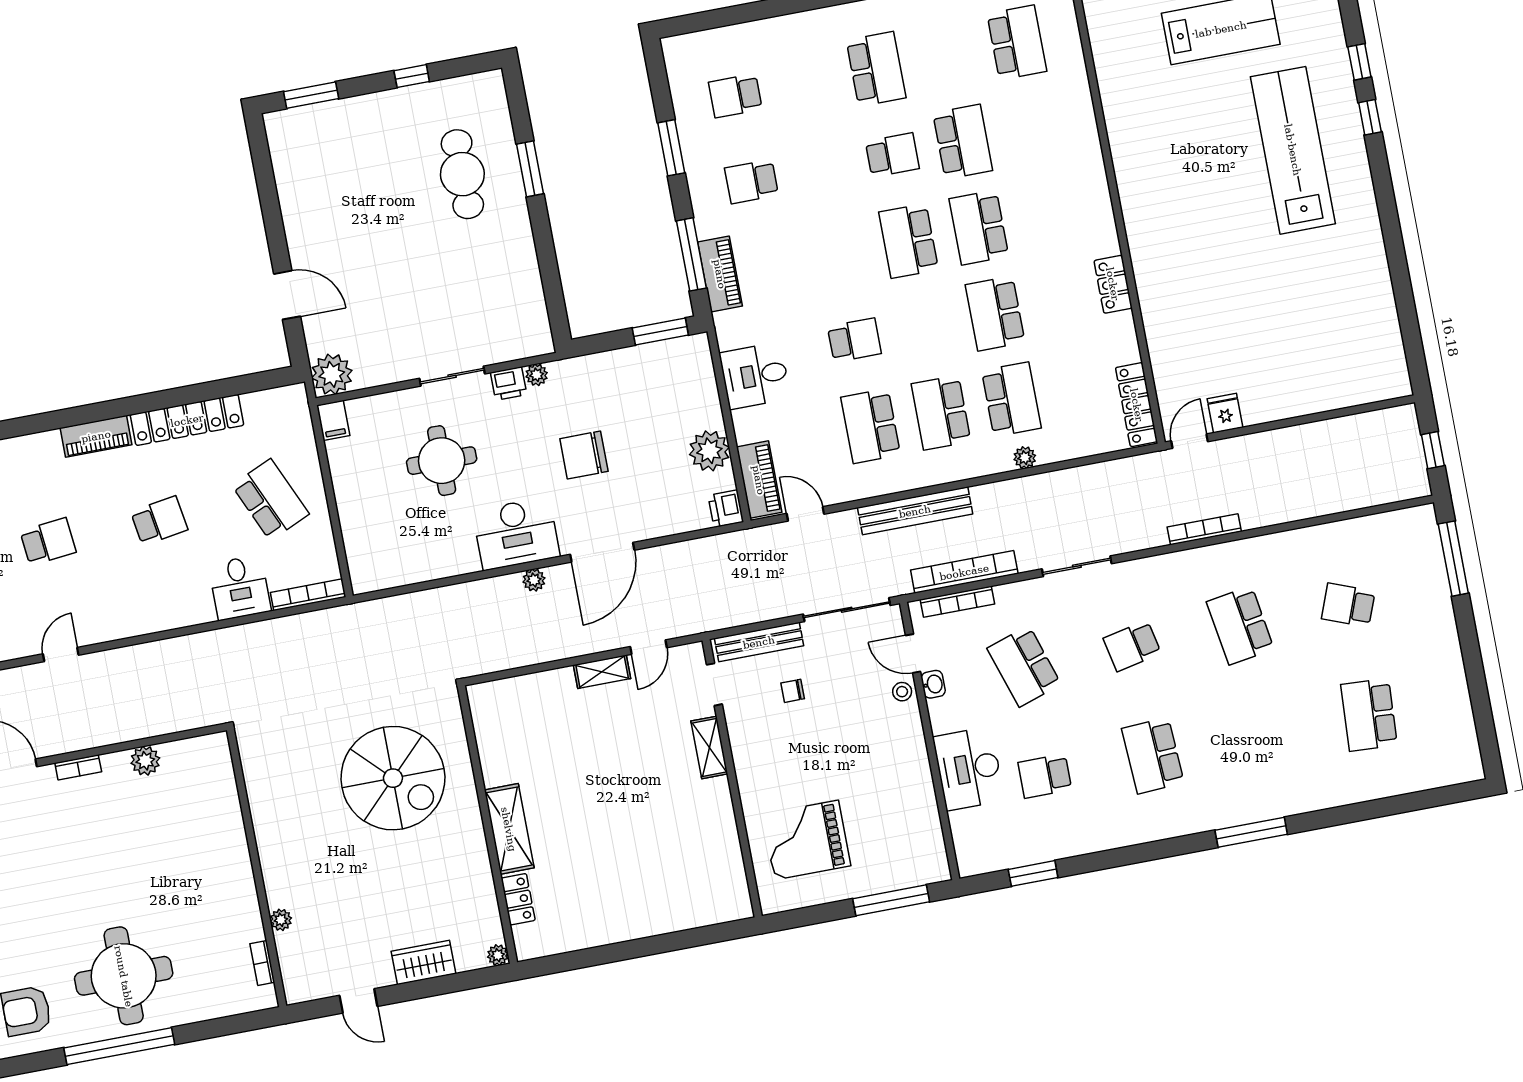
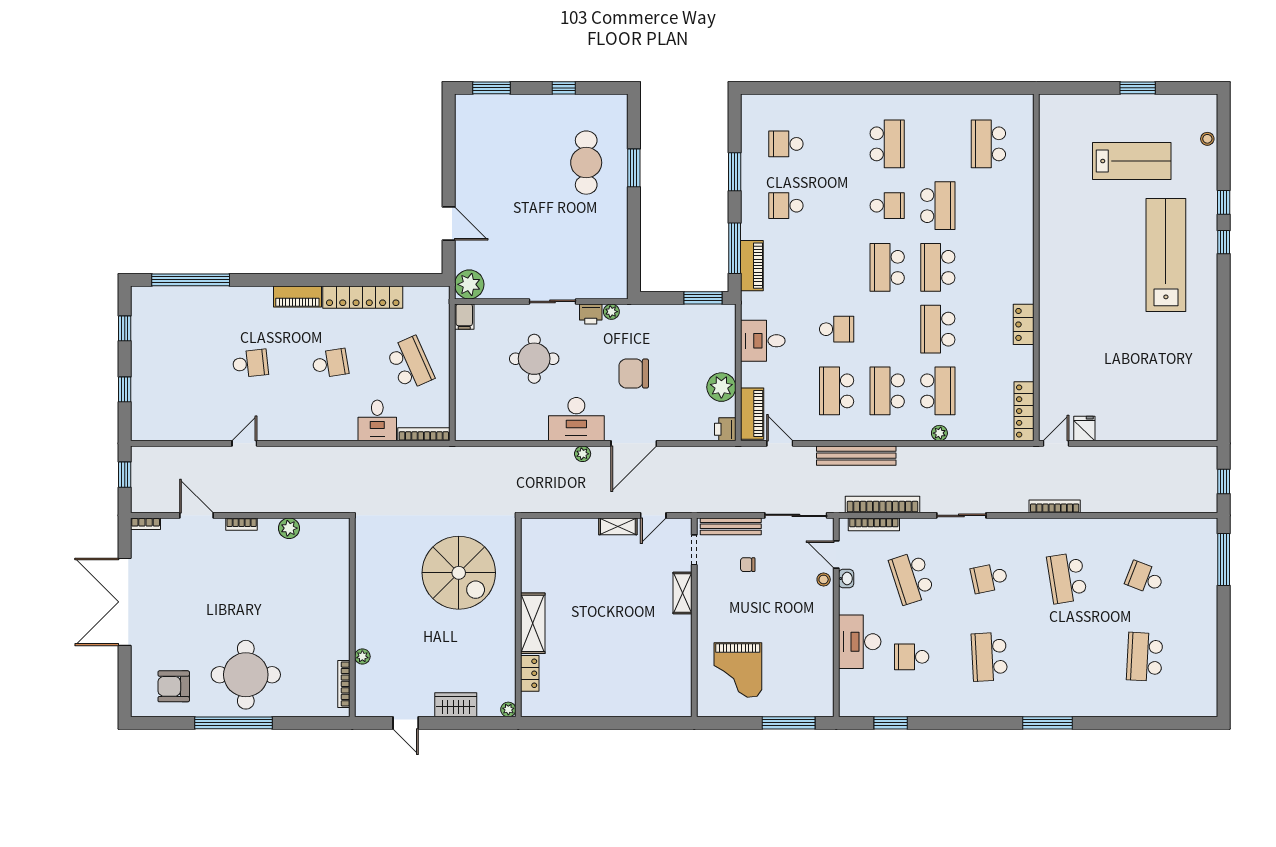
school desk: (1017, 42) -> (988, 144), turned 180
grand piano: (807, 840) -> (738, 670), turned -90
bookcase: (262, 963) -> (344, 684), width x1.56

